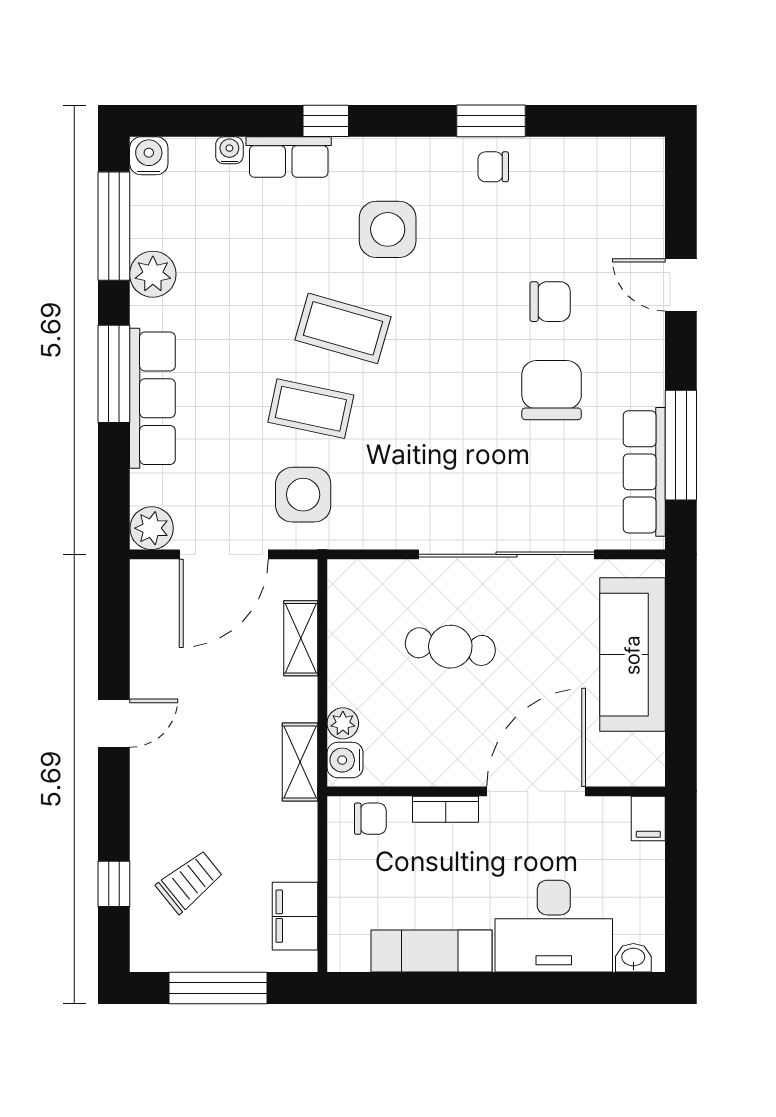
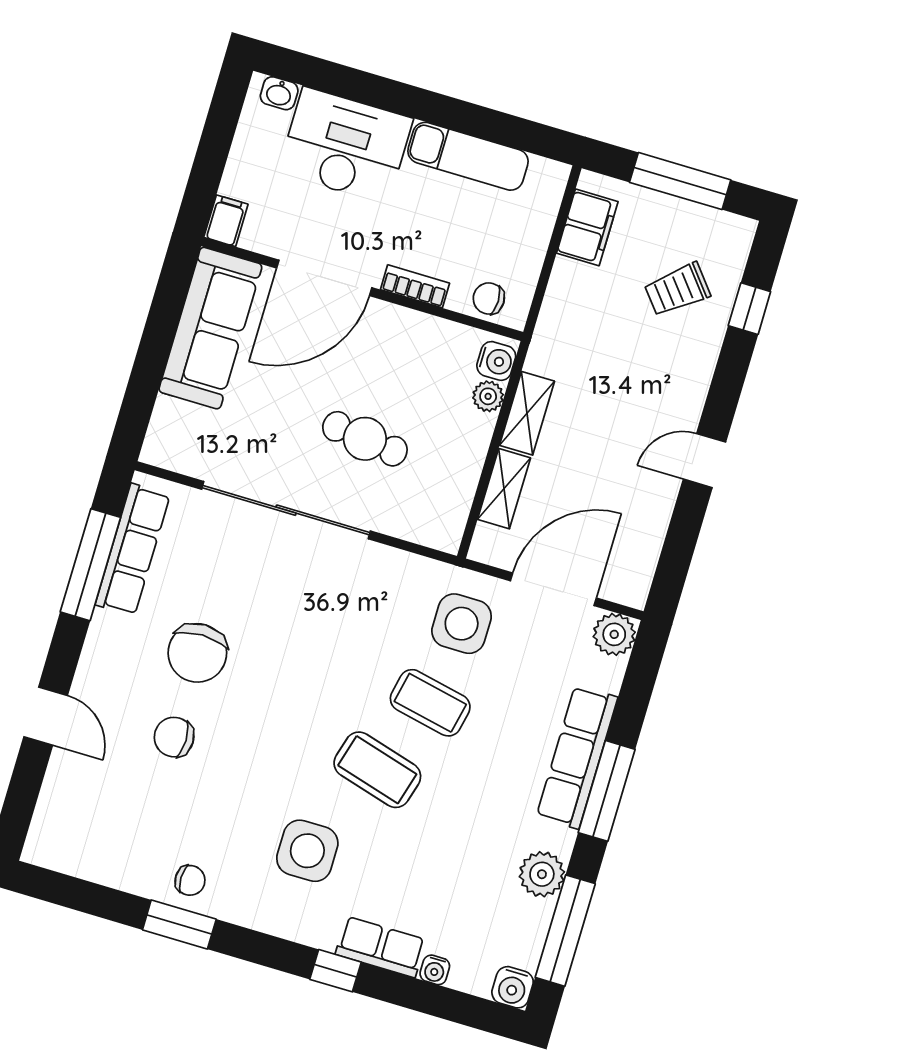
sofa: (632, 655) -> (210, 328), moved
shelving: (300, 762) -> (527, 413), moved

